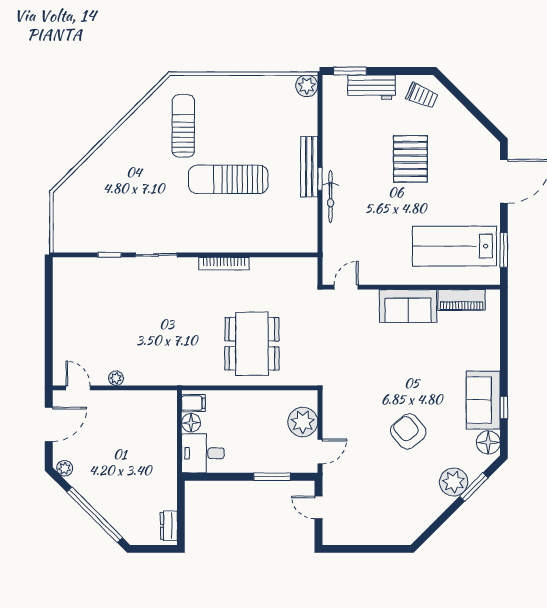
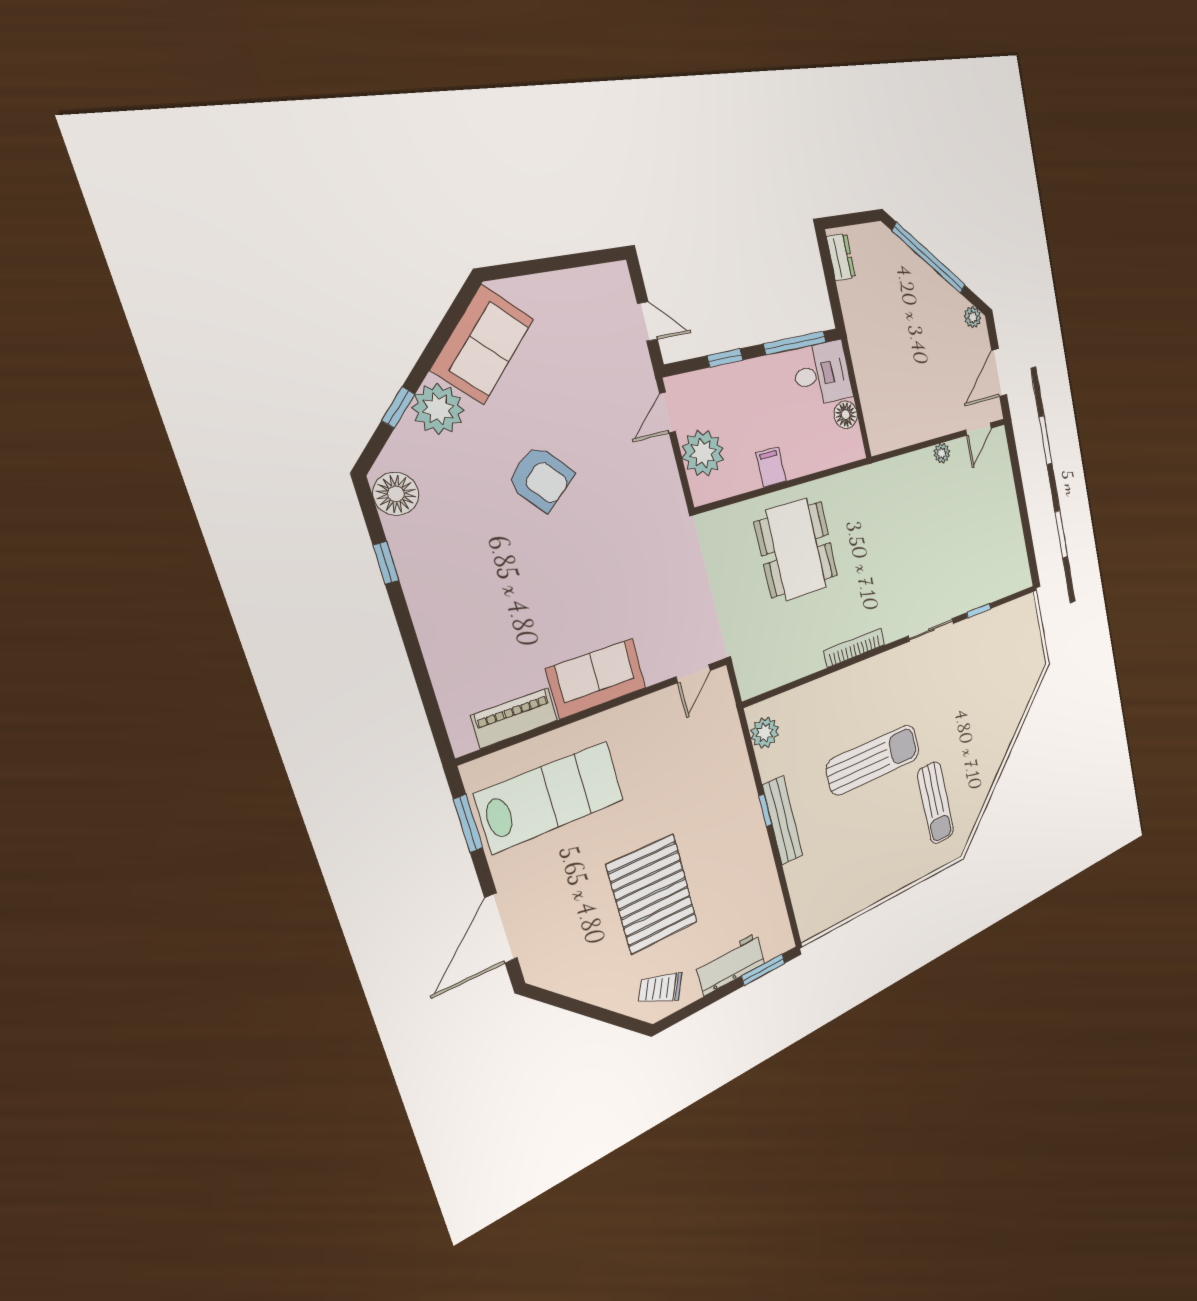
plant: (307, 86) -> (765, 733), moved
pallet: (410, 159) -> (652, 894), width x1.37, depth x1.41
bicycle: (330, 197) -> (746, 792), removed
door: (78, 388) -> (978, 429), hinge flipped
sofa: (483, 400) -> (482, 344), moved, turned 45
filing cabinet: (193, 403) -> (771, 467), moved, turned 90
window: (219, 477) -> (795, 343), added
window: (272, 477) -> (725, 358), width x0.67
window: (474, 487) -> (398, 407), width x0.67

